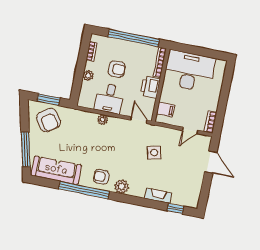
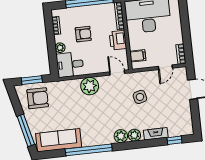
desk: (109, 98) -> (70, 65), moved, turned 90
armchair: (49, 120) -> (38, 98), turned -54
plant: (103, 120) -> (90, 86), width x1.87, depth x1.87
armchair: (101, 177) -> (100, 133), removed
plant: (136, 190) -> (134, 135), added

